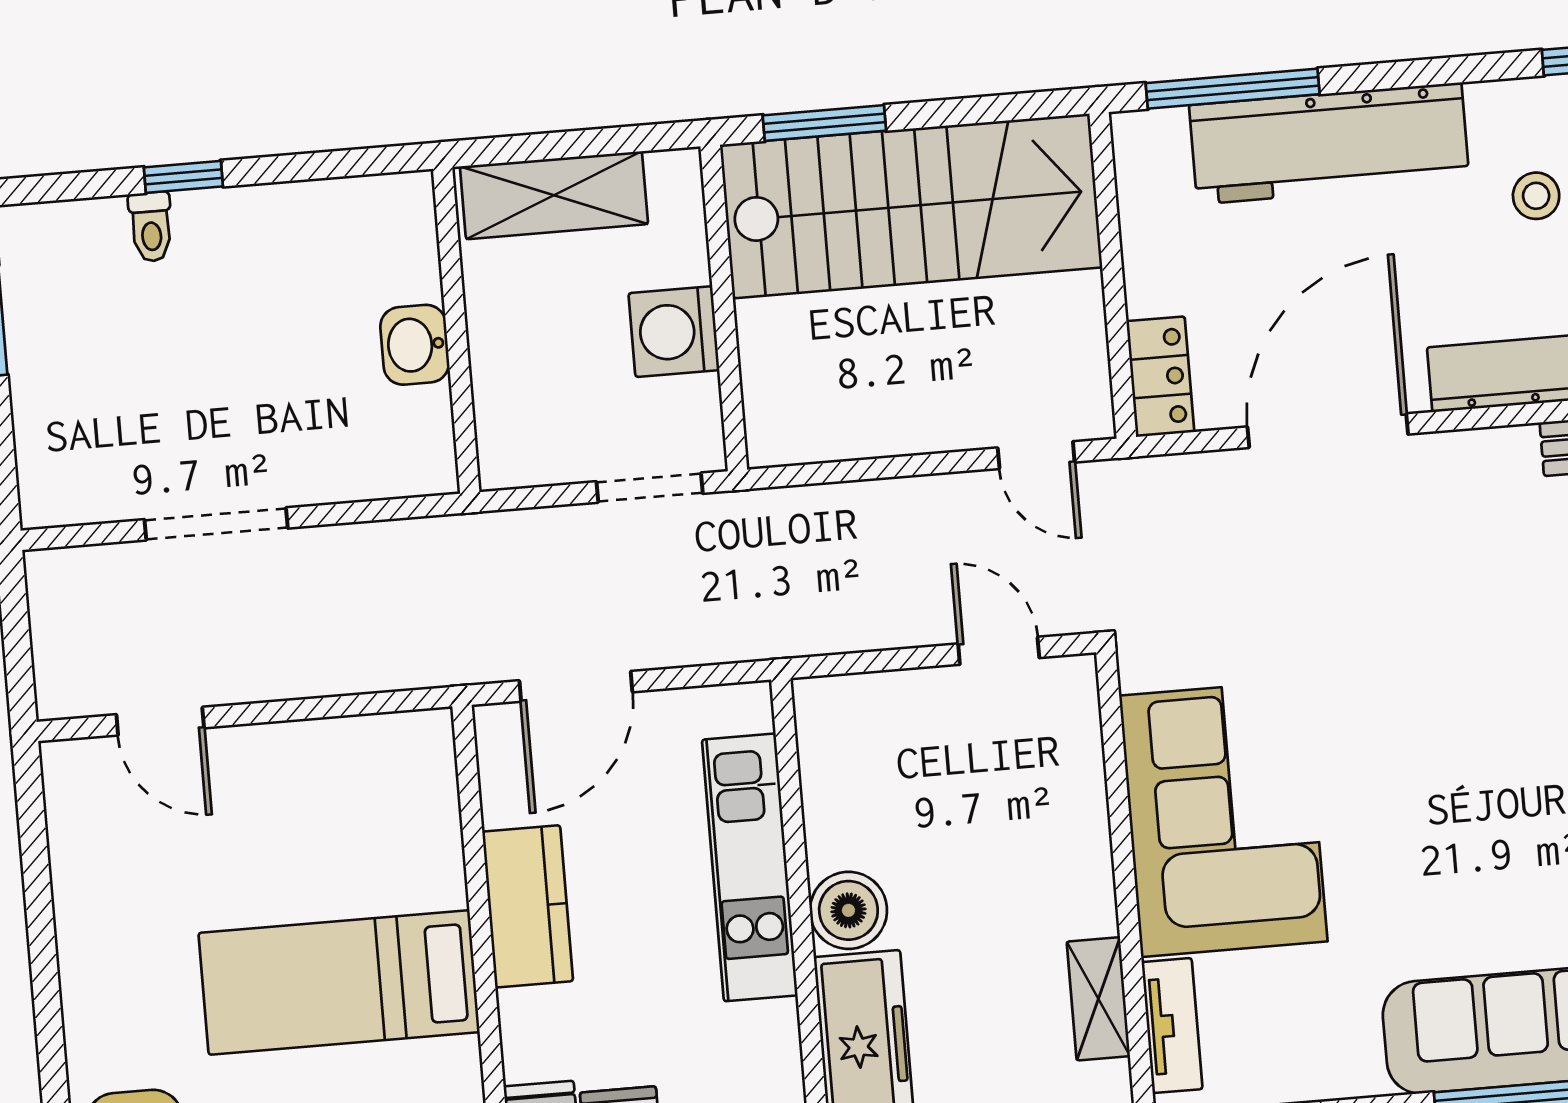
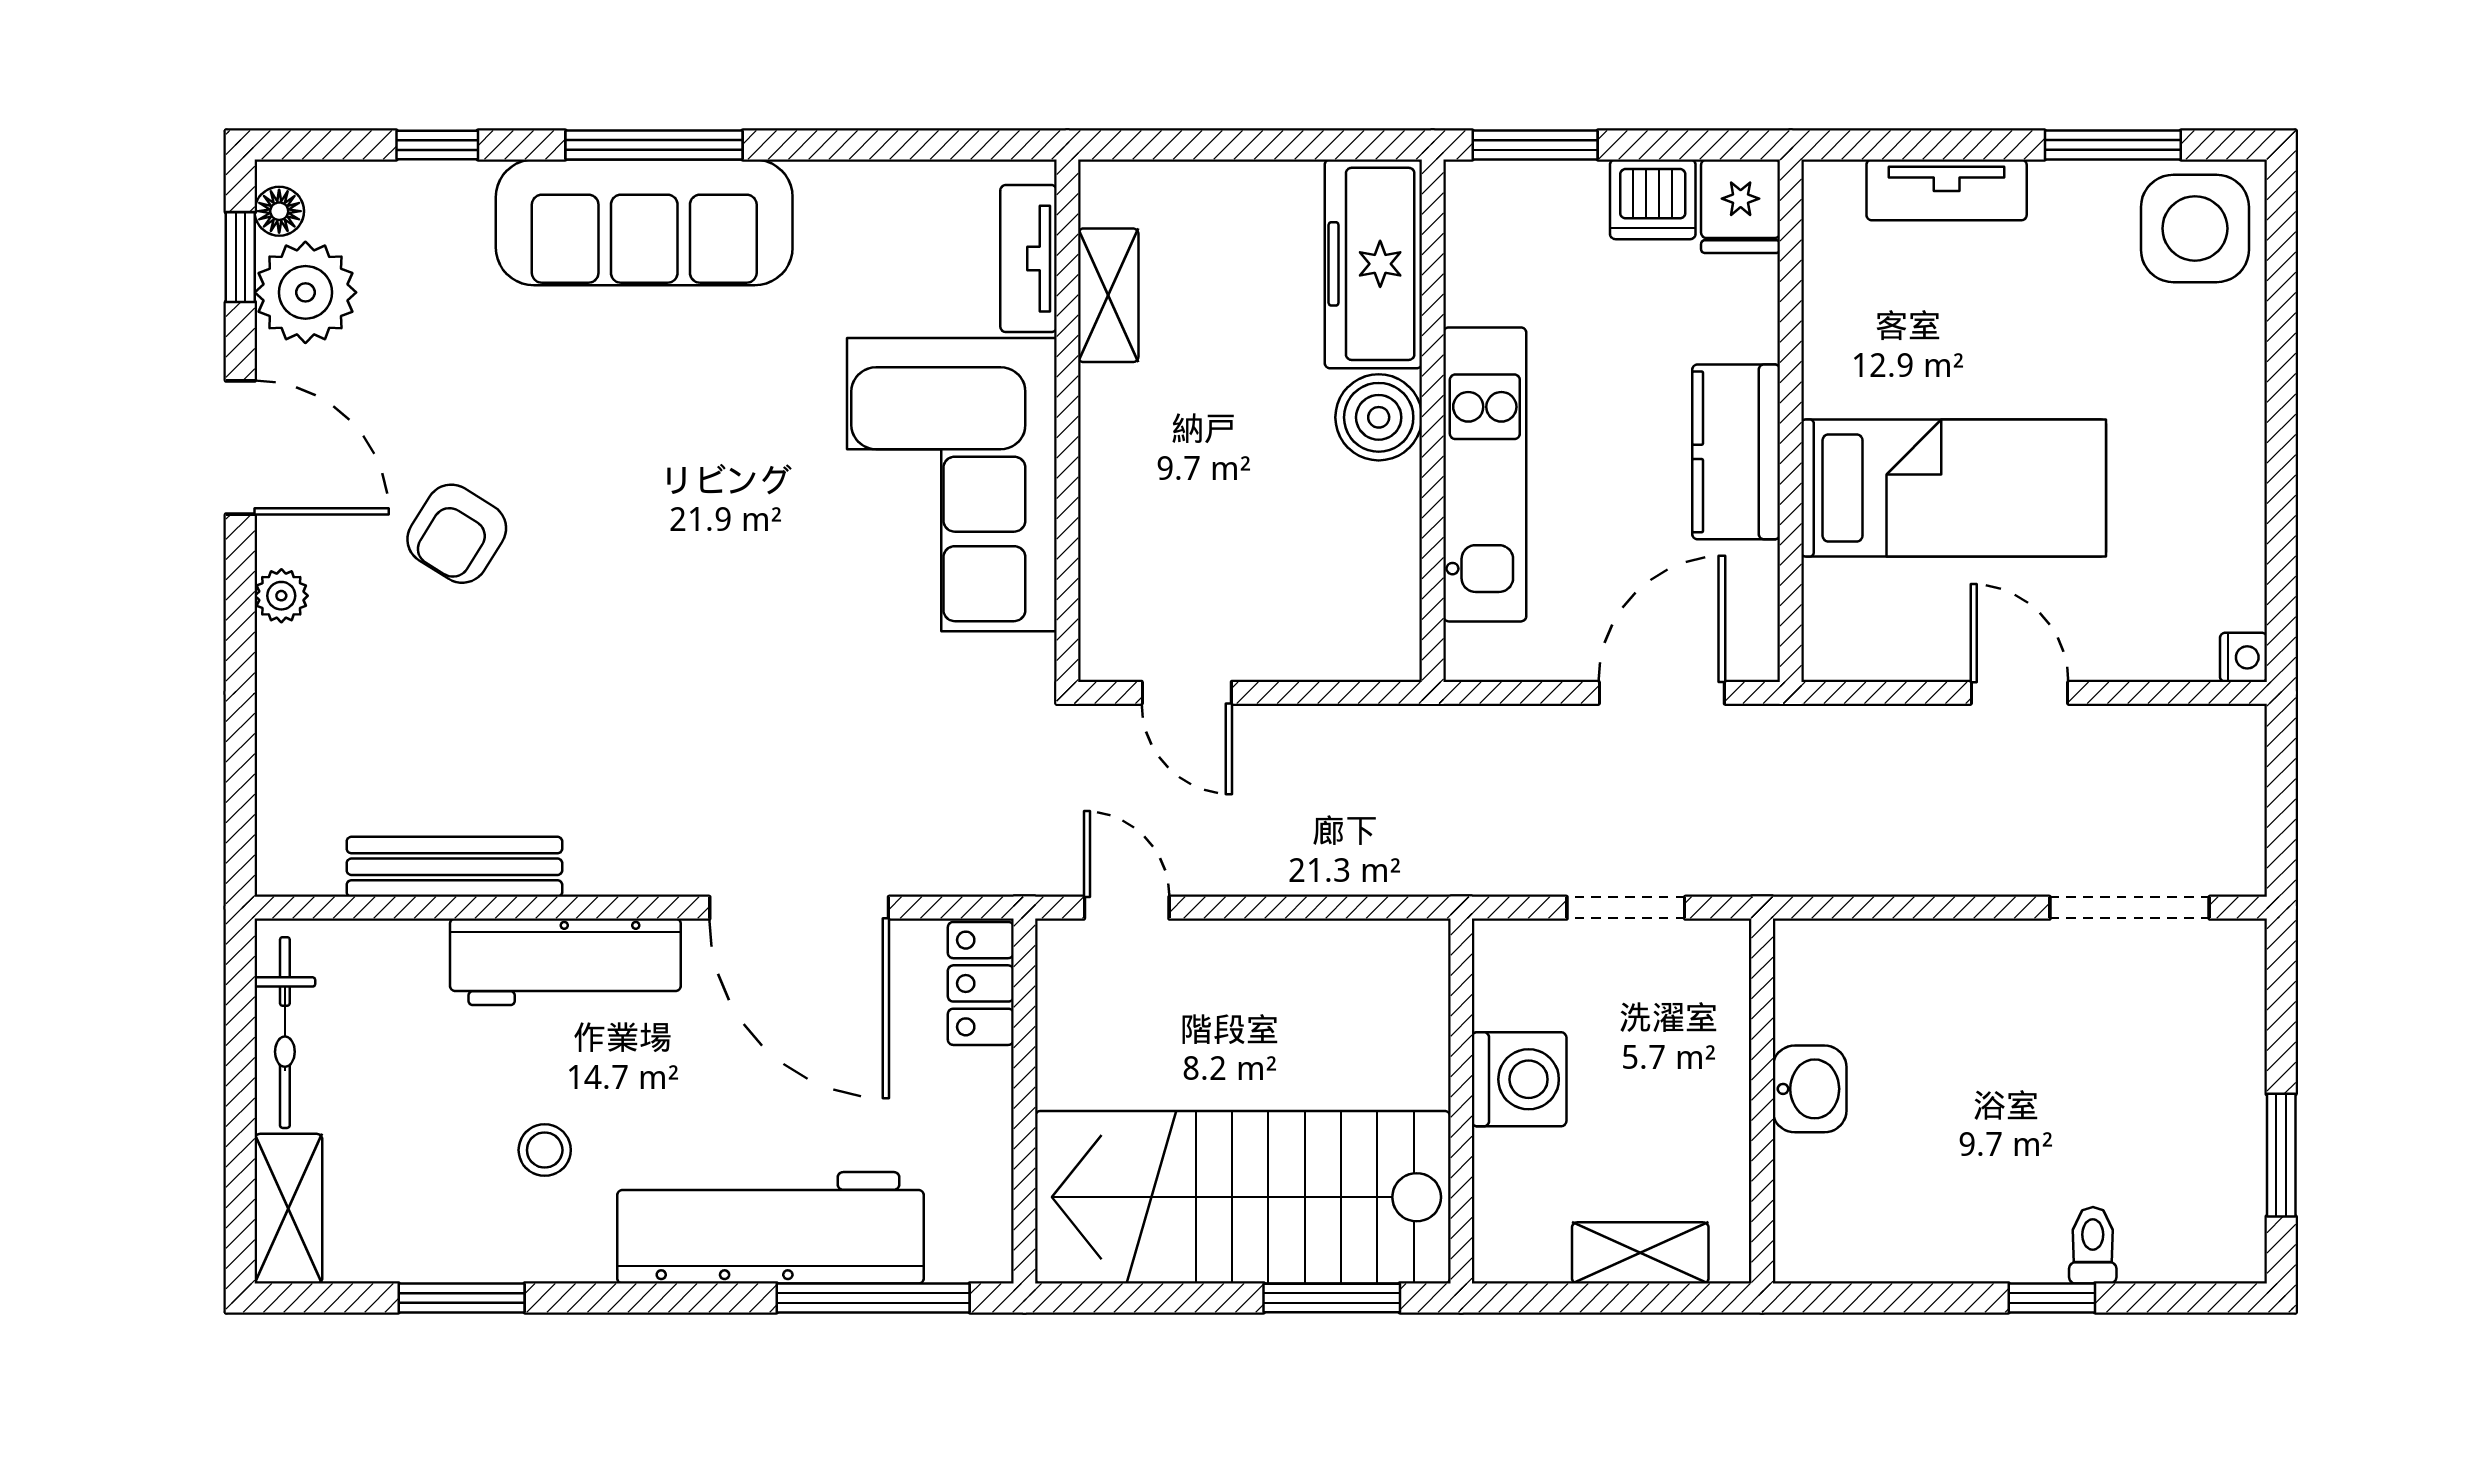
shelving: (554, 195) -> (1640, 1253), width x0.67, depth x0.75
door: (1328, 431) -> (799, 908), hinge flipped
doorway: (650, 488) -> (1626, 908), moved
doorway: (216, 524) -> (2130, 908), moved
door: (160, 721) -> (2019, 693), moved
nightstand: (61, 761) -> (2243, 657), added
bed: (339, 982) -> (1954, 488), moved

